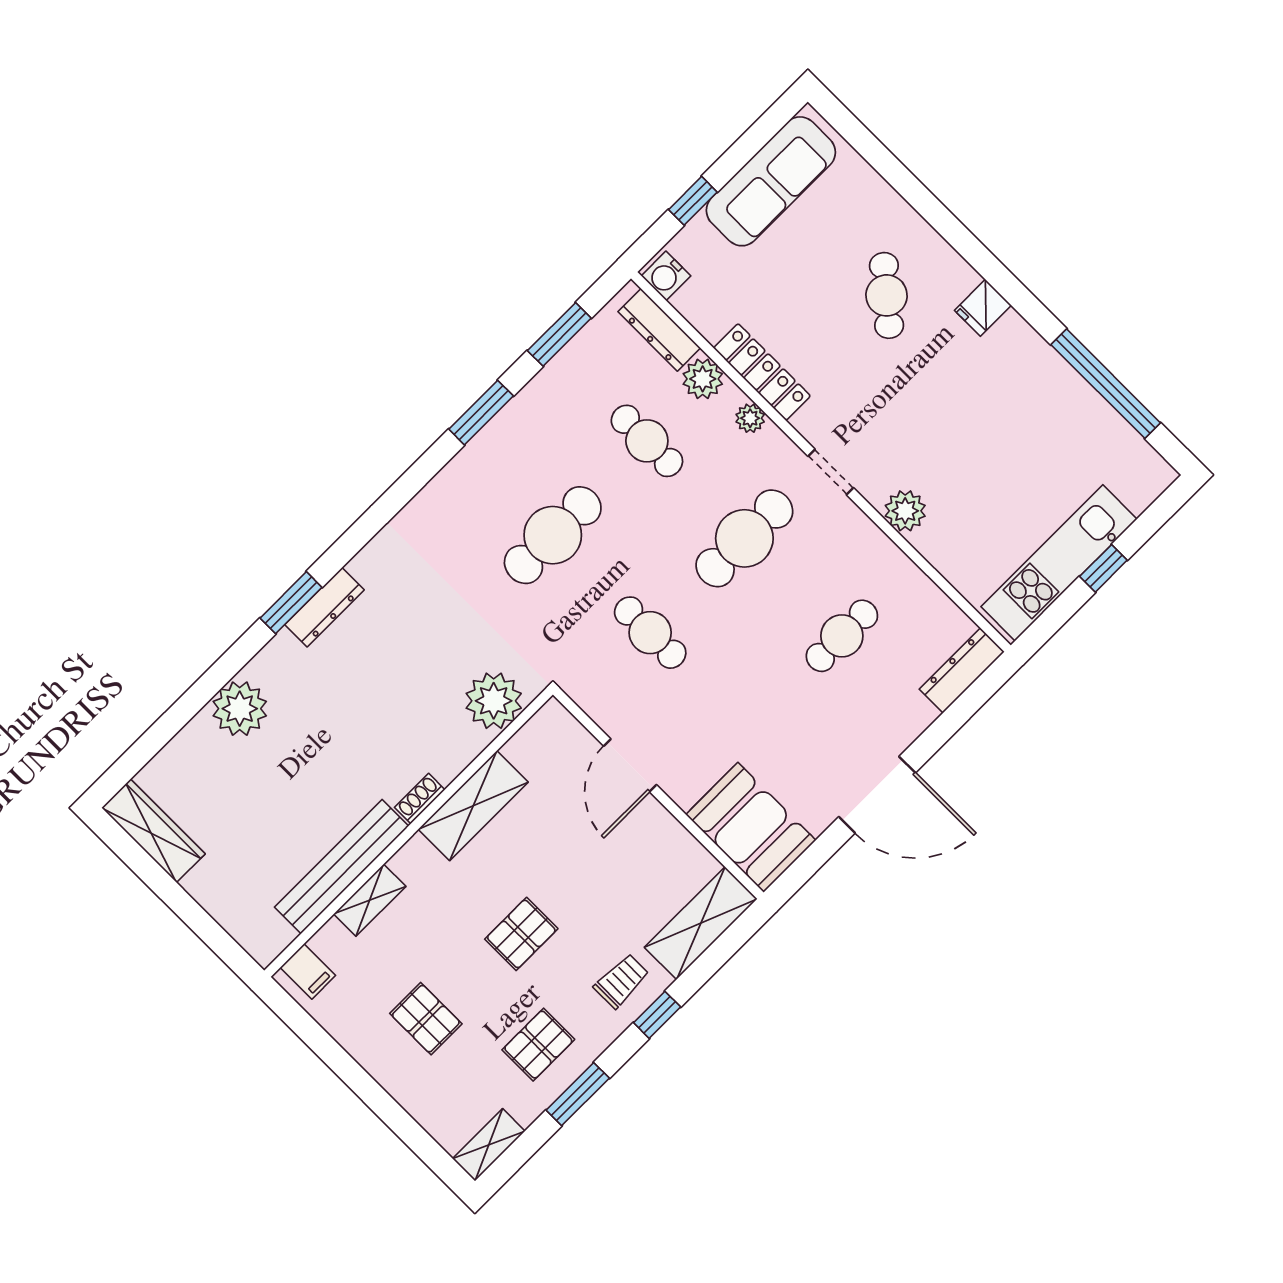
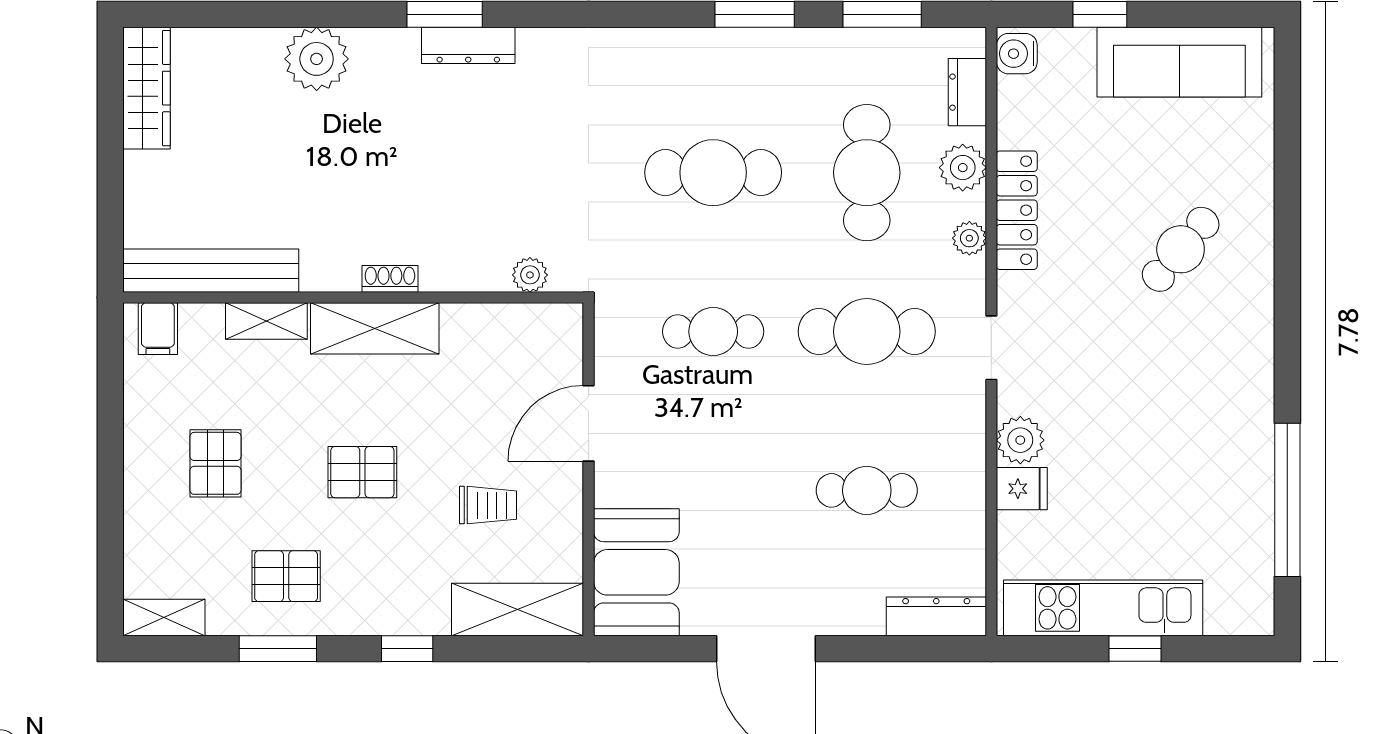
fridge: (983, 308) -> (1022, 489), moved, turned 180
dresser: (659, 330) -> (967, 92), width x0.70
cafe table: (647, 441) -> (867, 173), width x1.37, depth x1.35
cafe table: (650, 633) -> (713, 332), turned 90
plant: (494, 701) -> (530, 275), width x0.53, depth x0.53
shelving: (473, 806) -> (375, 328), moved
bench: (342, 867) -> (211, 271), moved
trolley: (621, 981) -> (488, 505), moved

